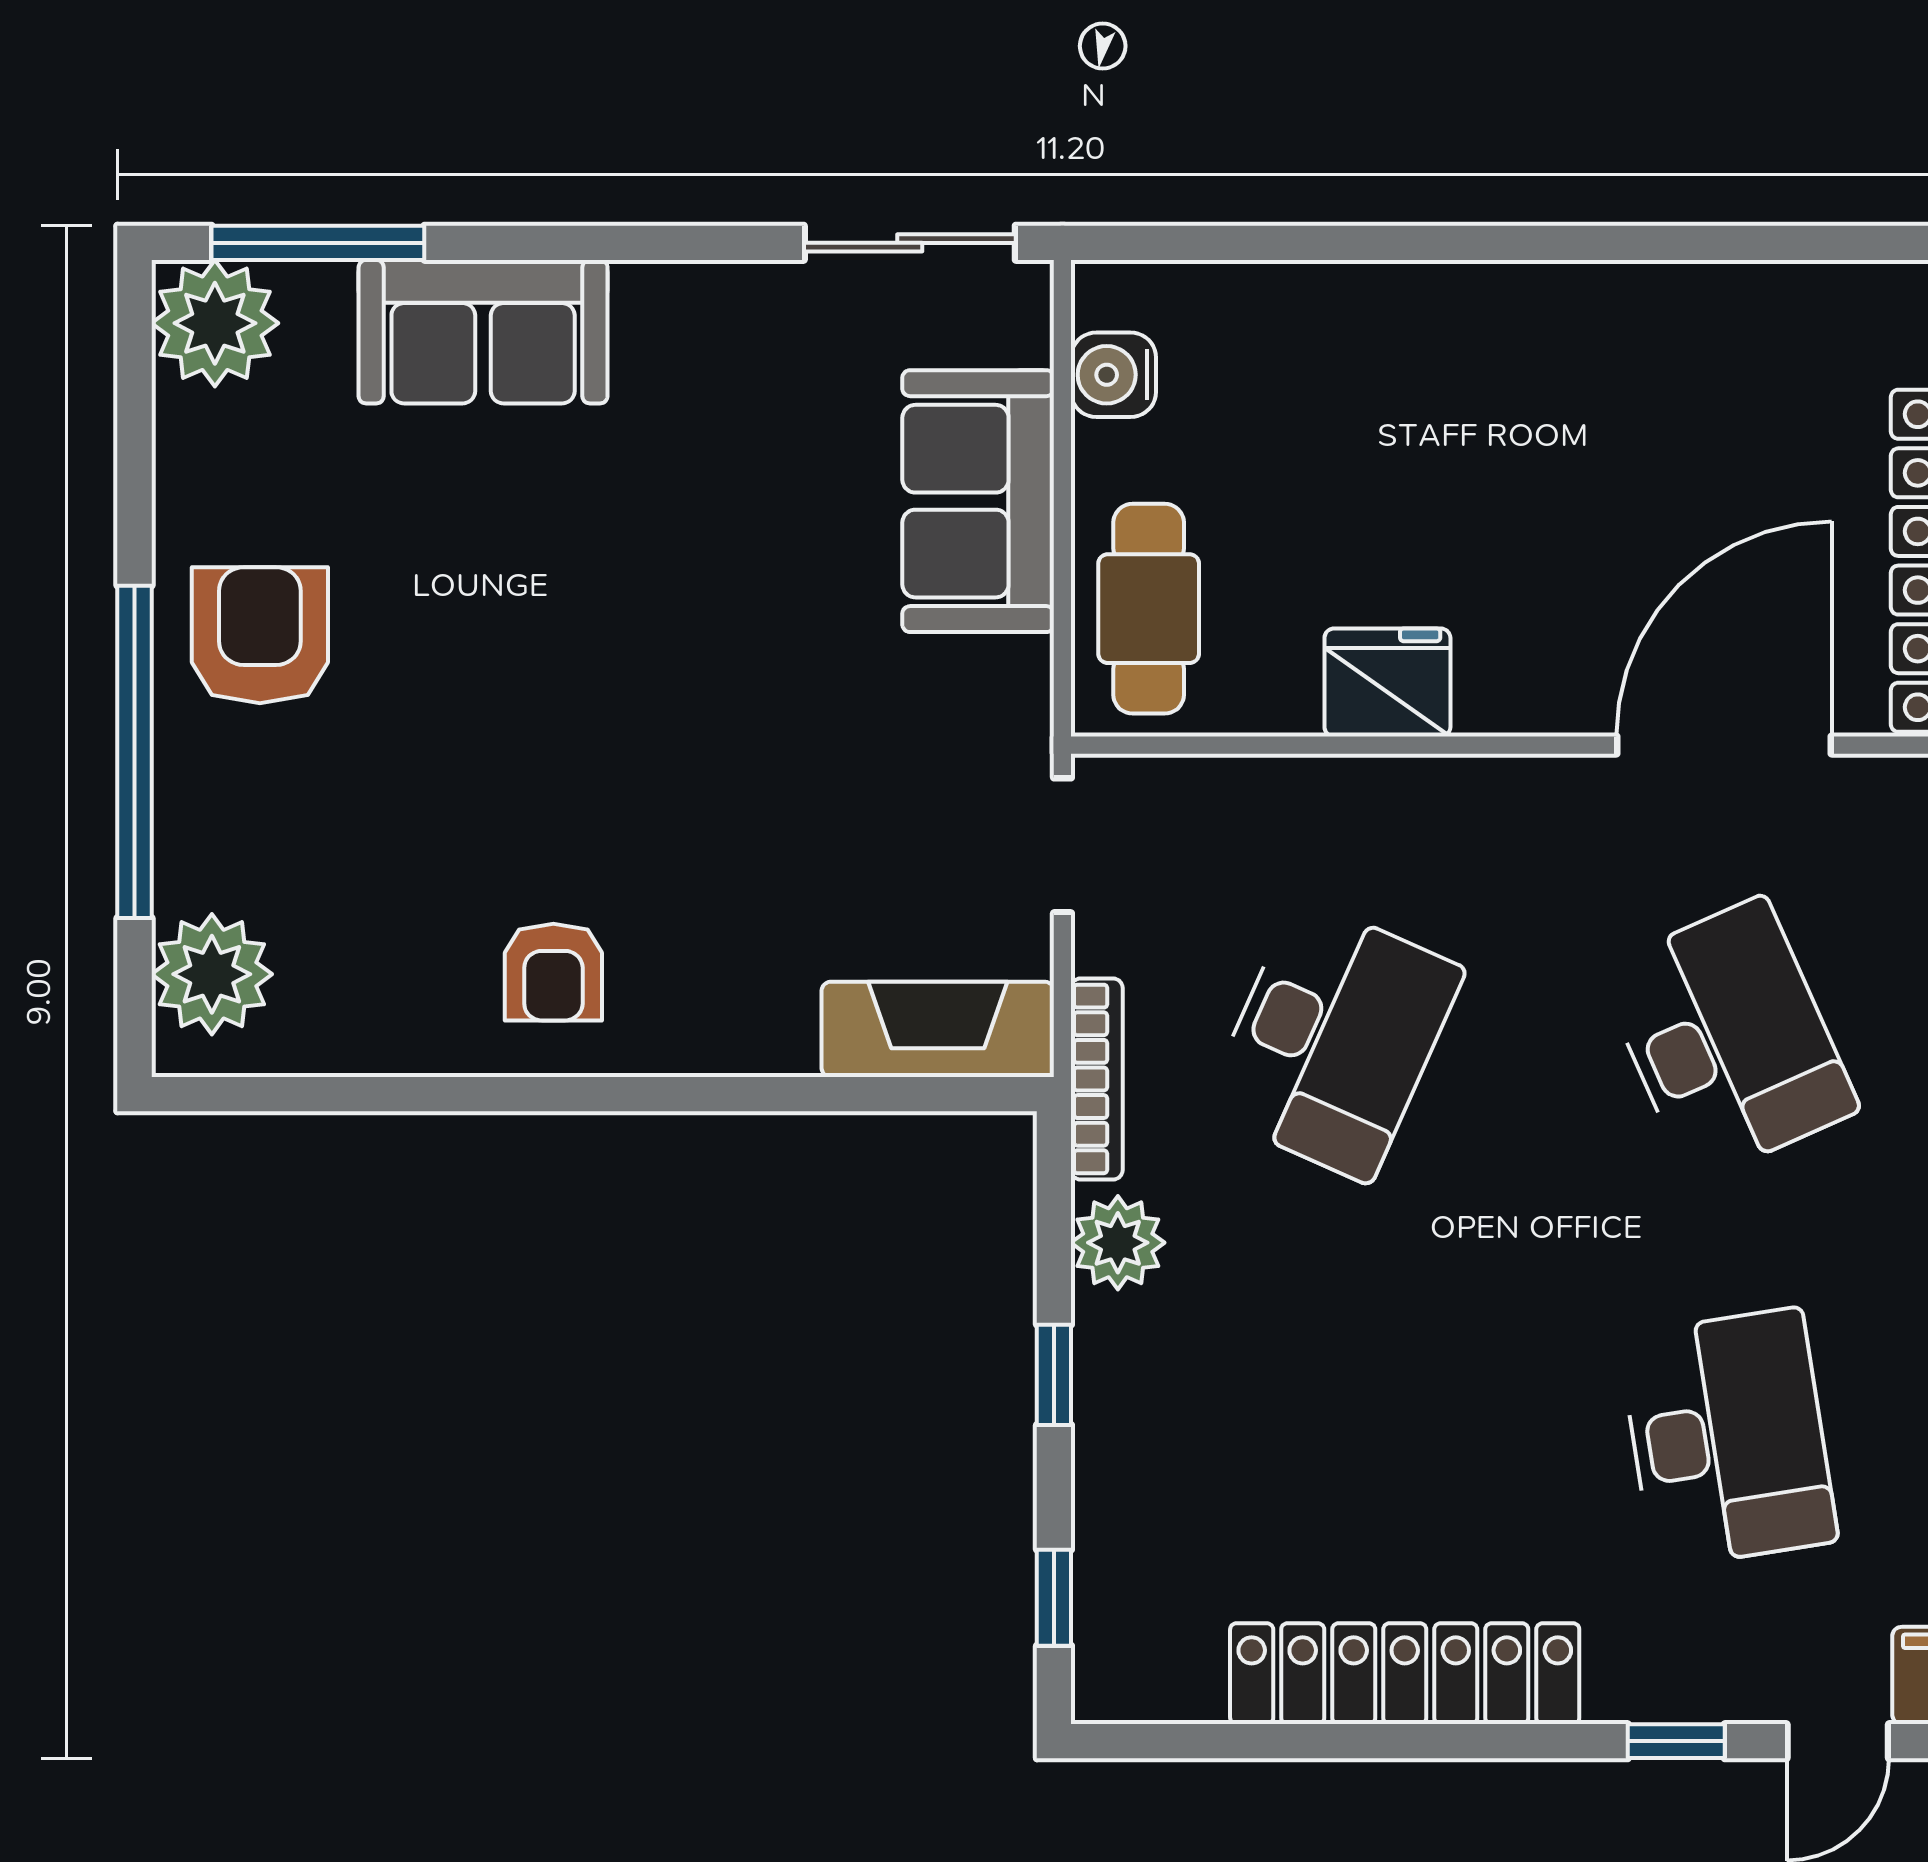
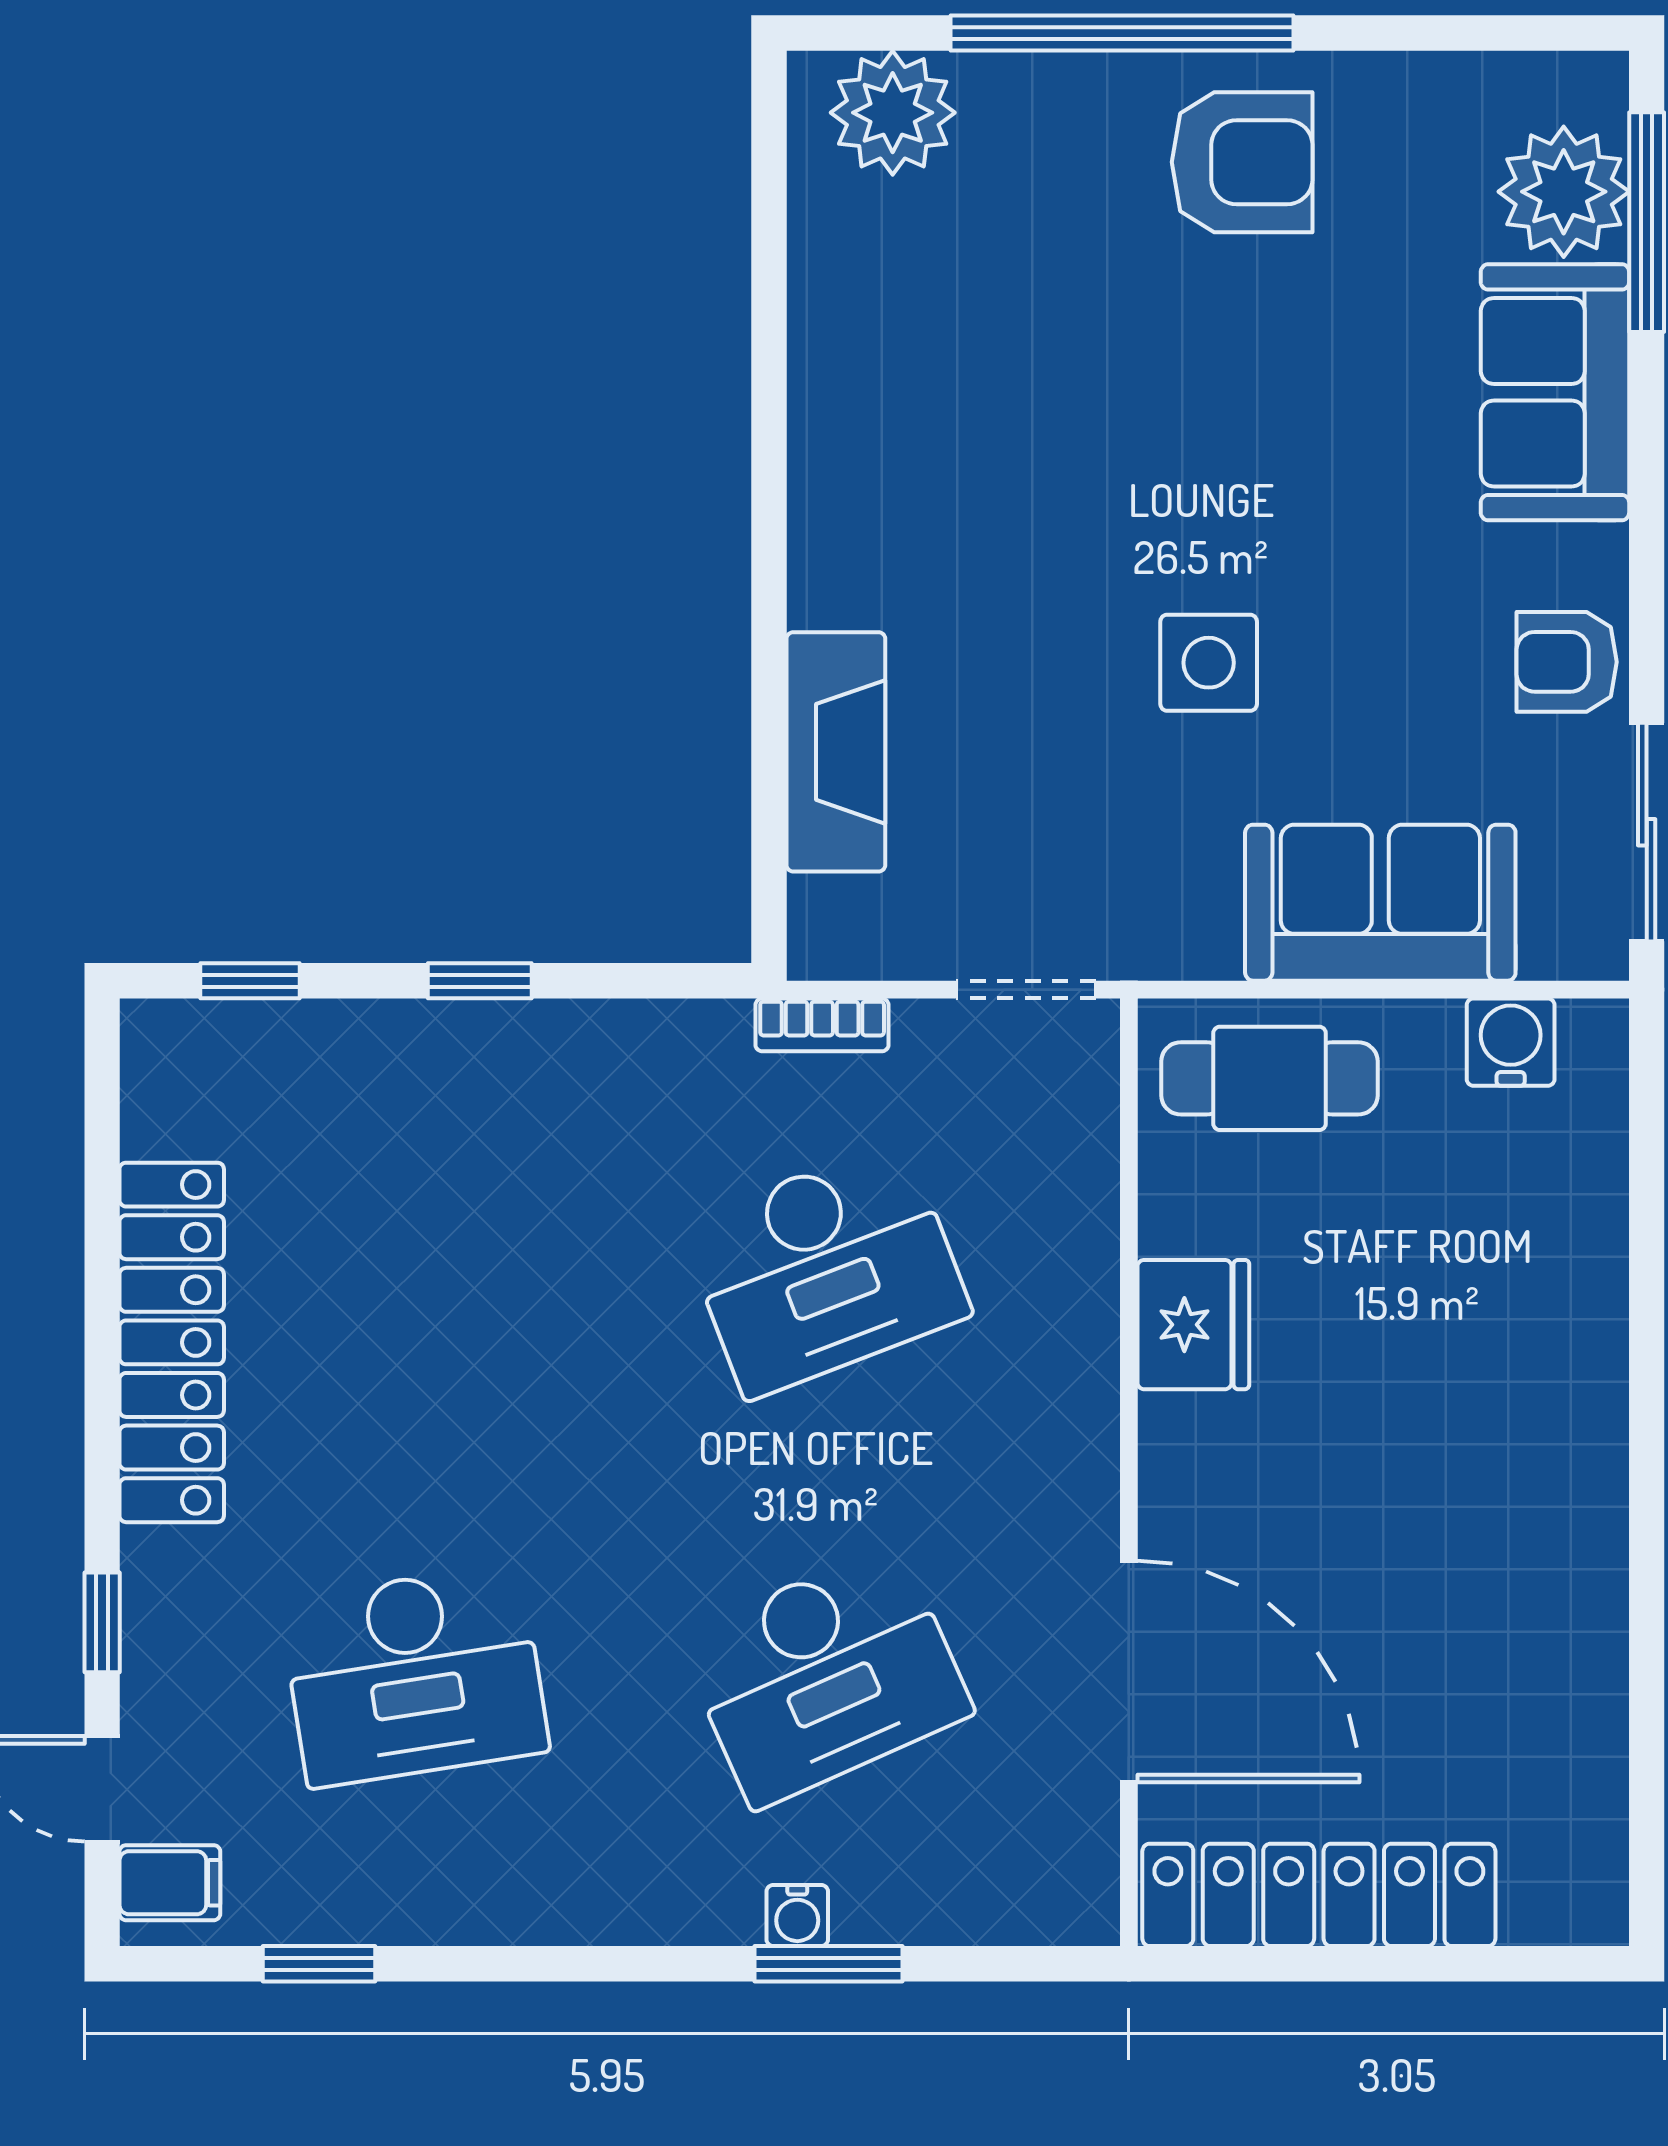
plant: (215, 323) -> (1564, 192), moved
side table: (745, 668) -> (1209, 663), added
armchair: (553, 972) -> (1567, 662), moved
fireplace: (938, 1029) -> (836, 752), moved
desk: (1334, 1040) -> (825, 1269), turned -45
bookcase: (1097, 1079) -> (822, 1025), width x0.64
plant: (1118, 1243) -> (616, 1047), removed

